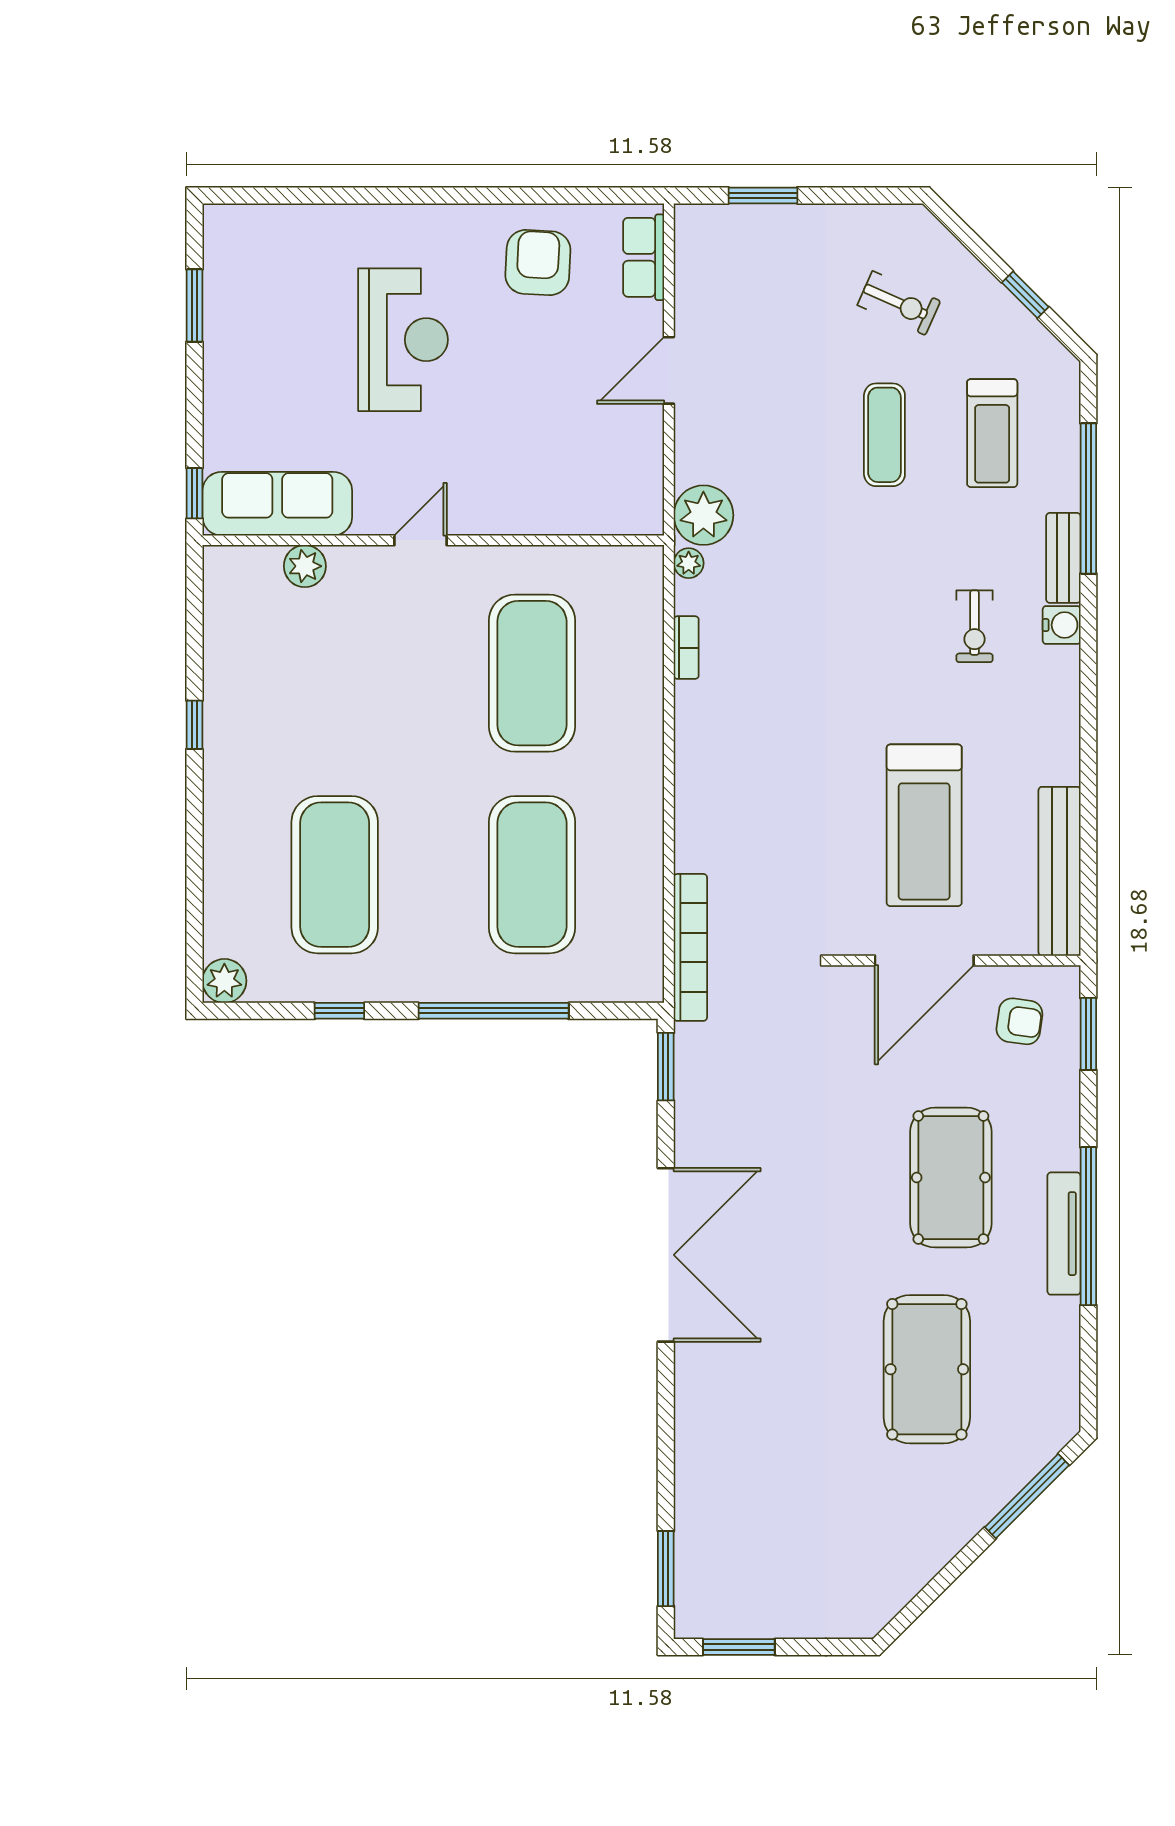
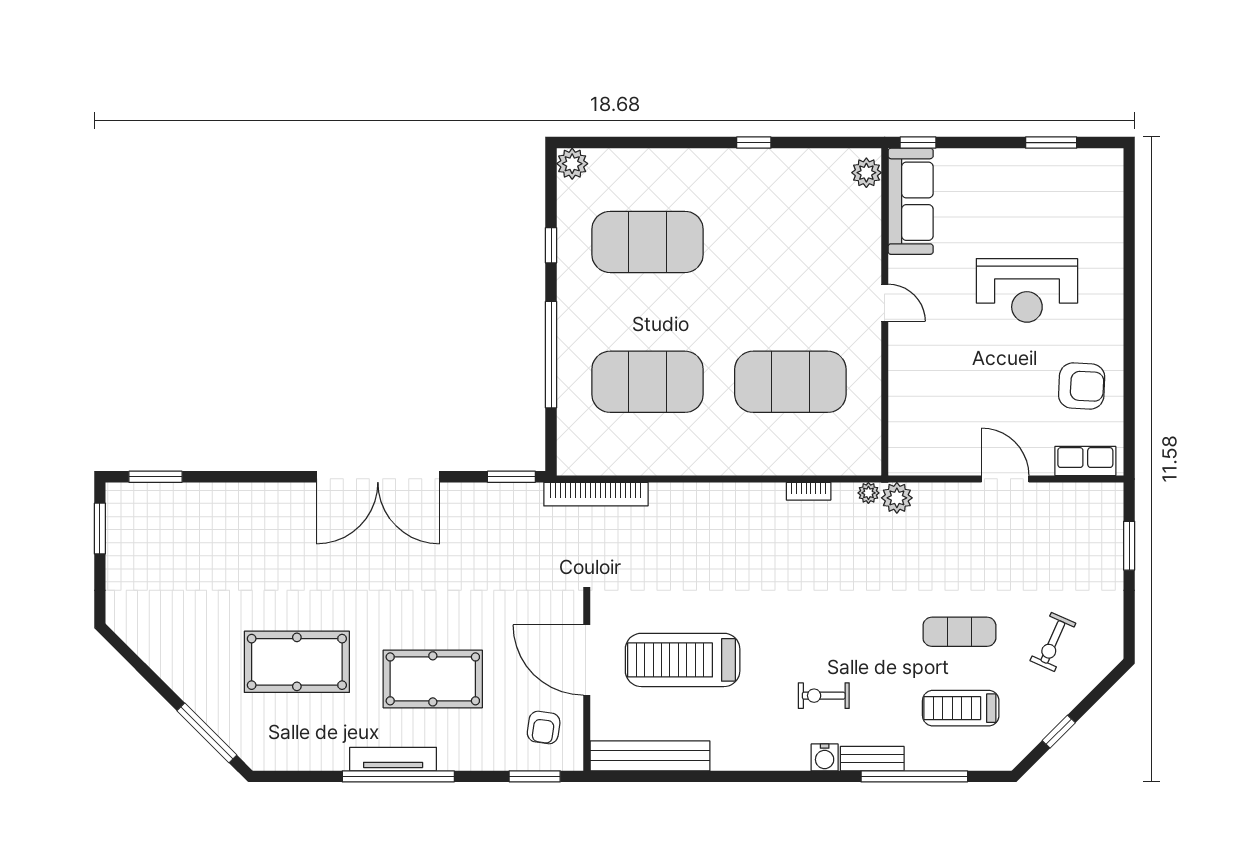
plant: (703, 515) -> (897, 498), width x0.73, depth x0.73
plant: (305, 566) -> (866, 173), moved

